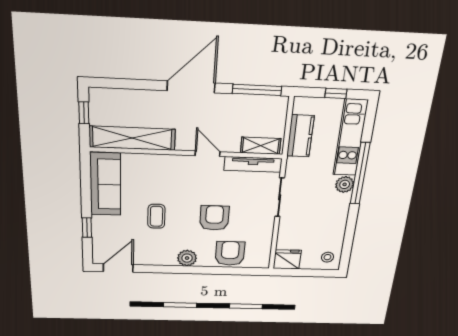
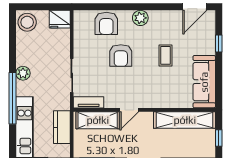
shelving: (261, 146) -> (98, 120), width x1.50, depth x1.33
door: (208, 154) -> (129, 110), hinge flipped
tv unit: (253, 164) -> (89, 102), width x0.71
plant: (345, 184) -> (23, 73), moved
stool: (327, 257) -> (27, 22), width x1.89, depth x1.89

